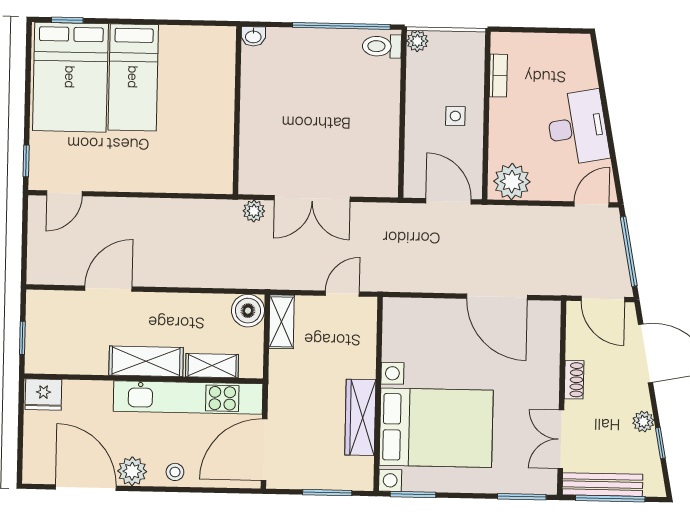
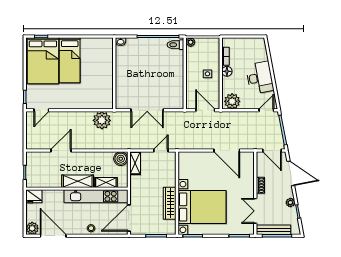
floor lamp: (501, 111) -> (227, 71), added
plant: (254, 211) -> (102, 120), moved, width x1.87, depth x1.87
plant: (132, 471) -> (32, 228), moved

